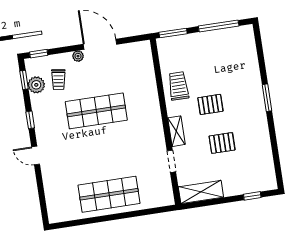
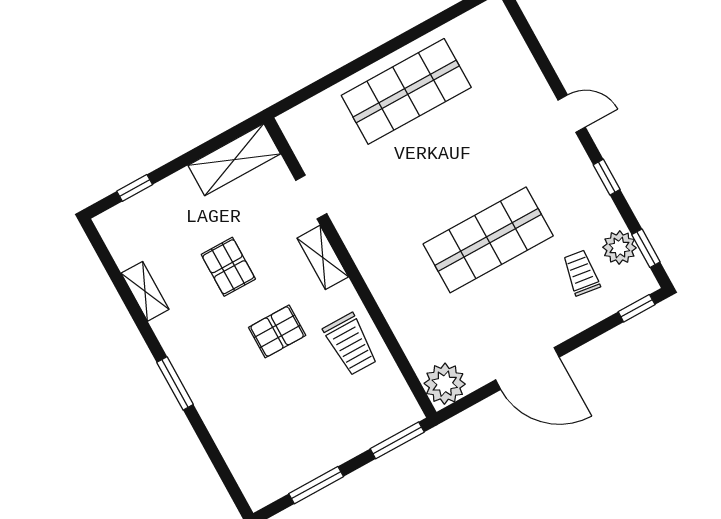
window: (219, 26) -> (316, 485), width x0.69
plant: (78, 56) -> (445, 384), moved, width x1.88, depth x1.88
pallet: (222, 143) -> (228, 267), turned 90
shelving: (265, 146) -> (145, 291), added

